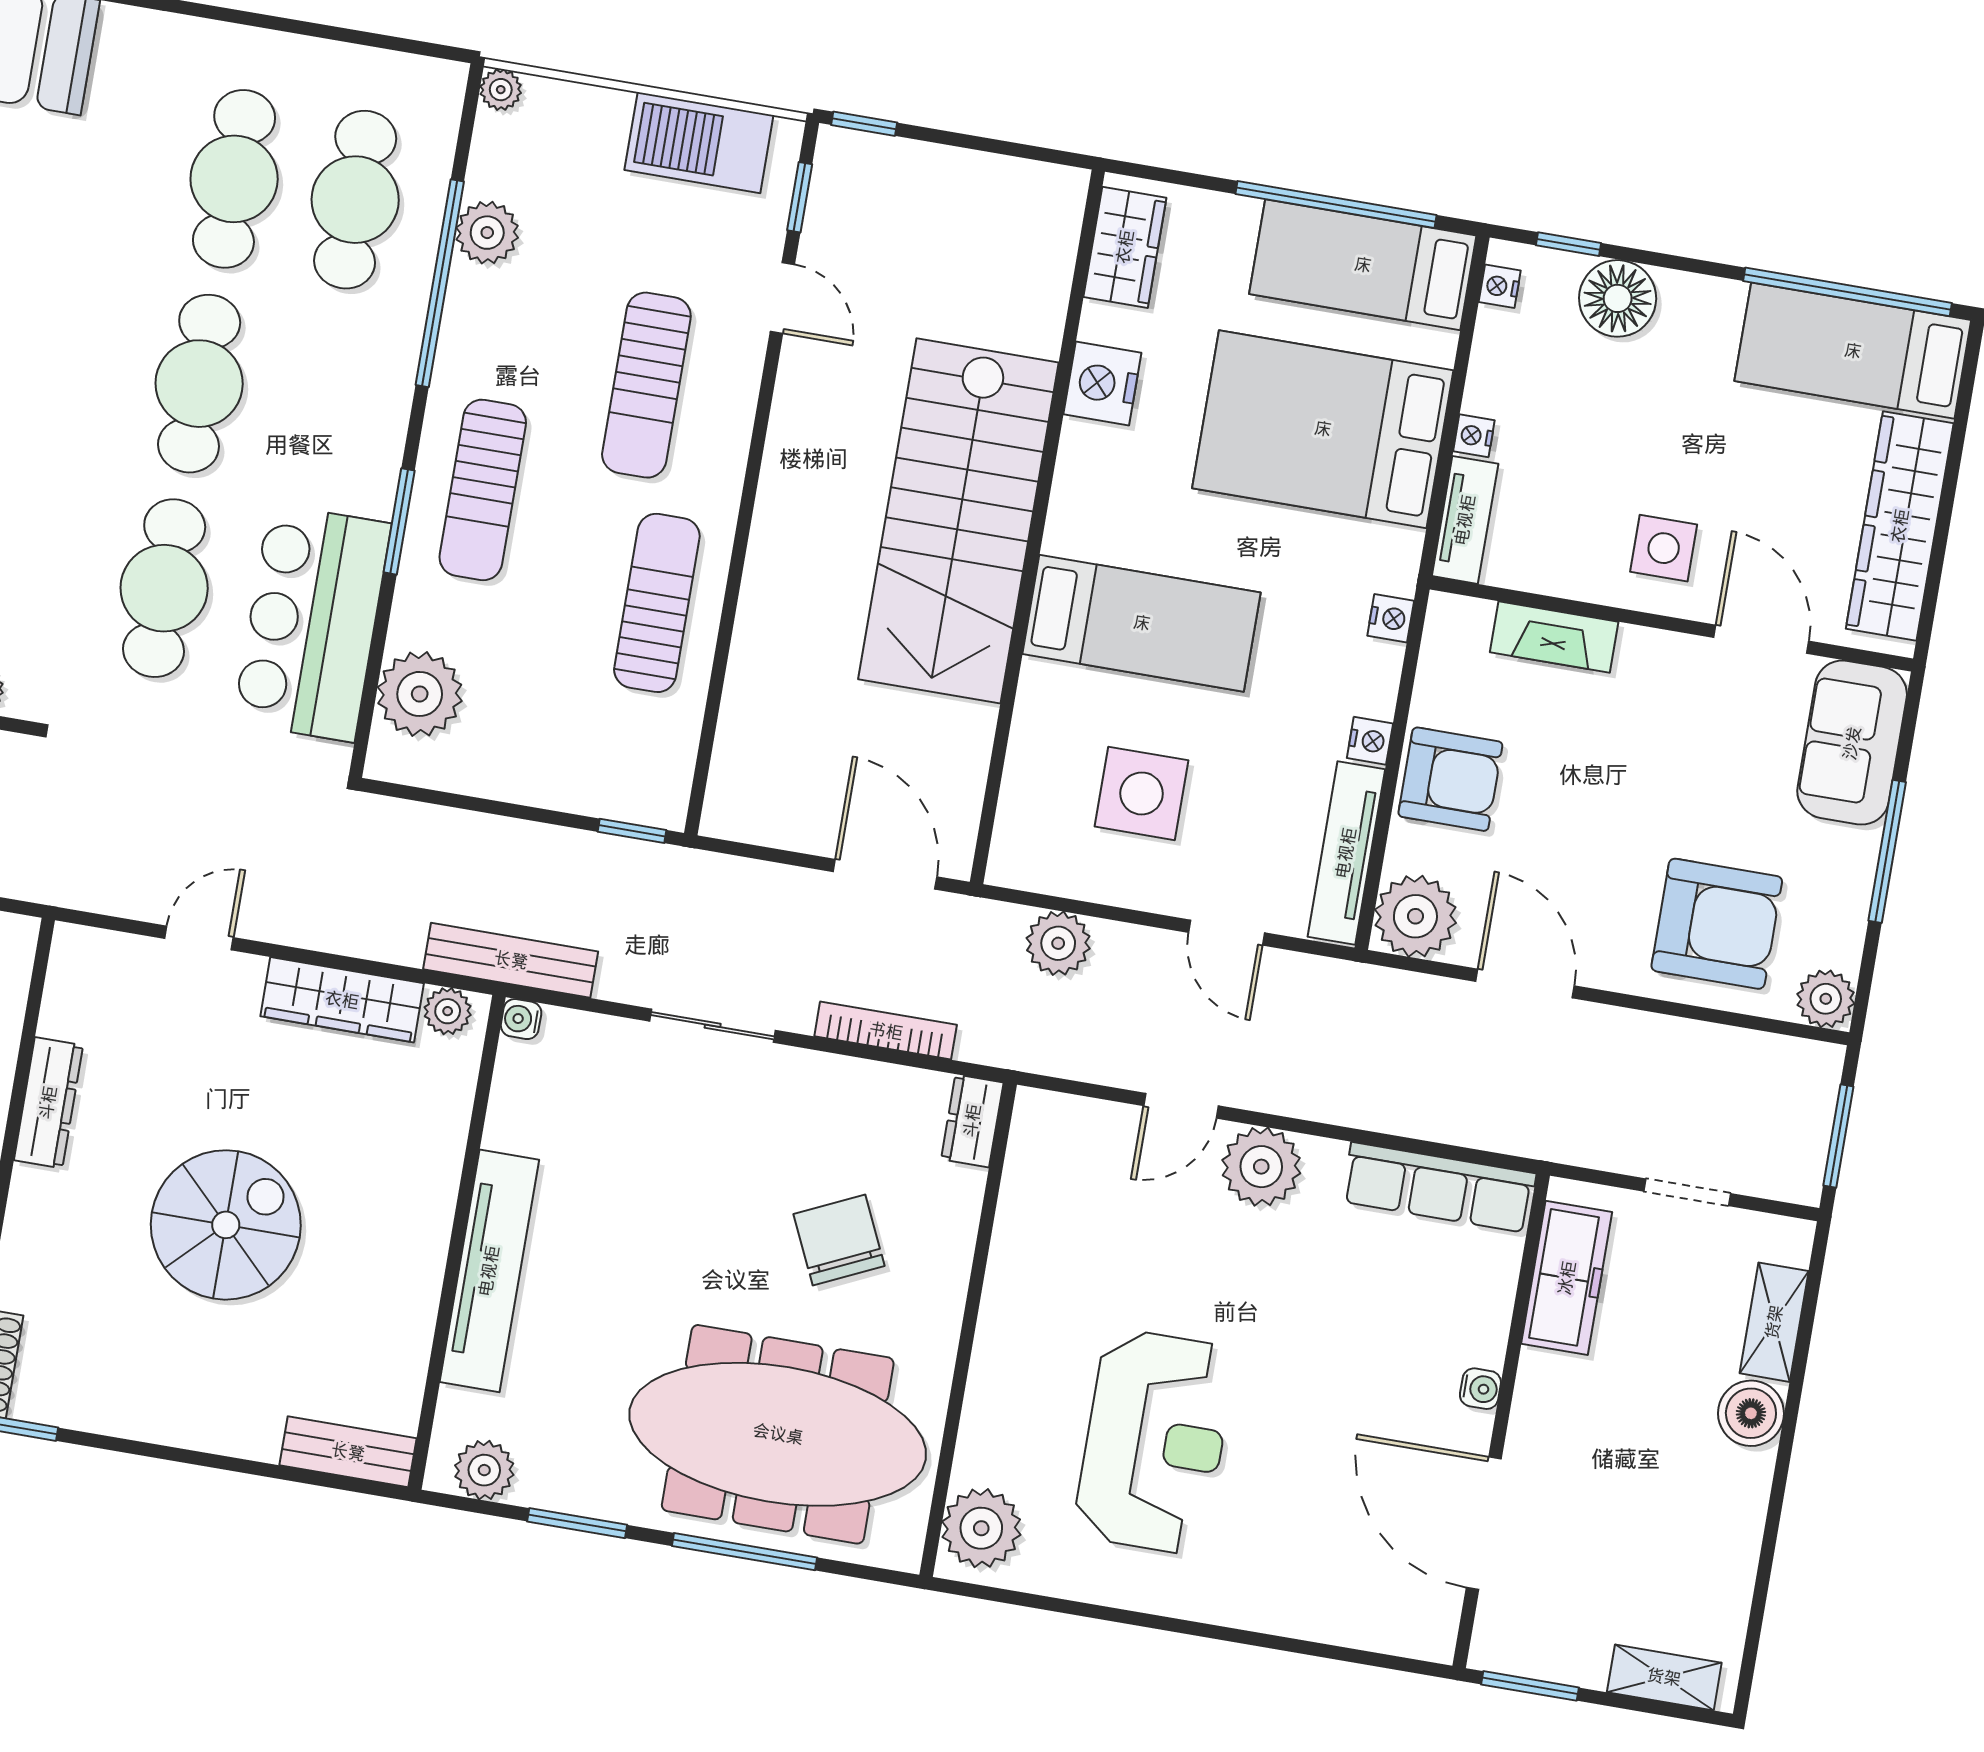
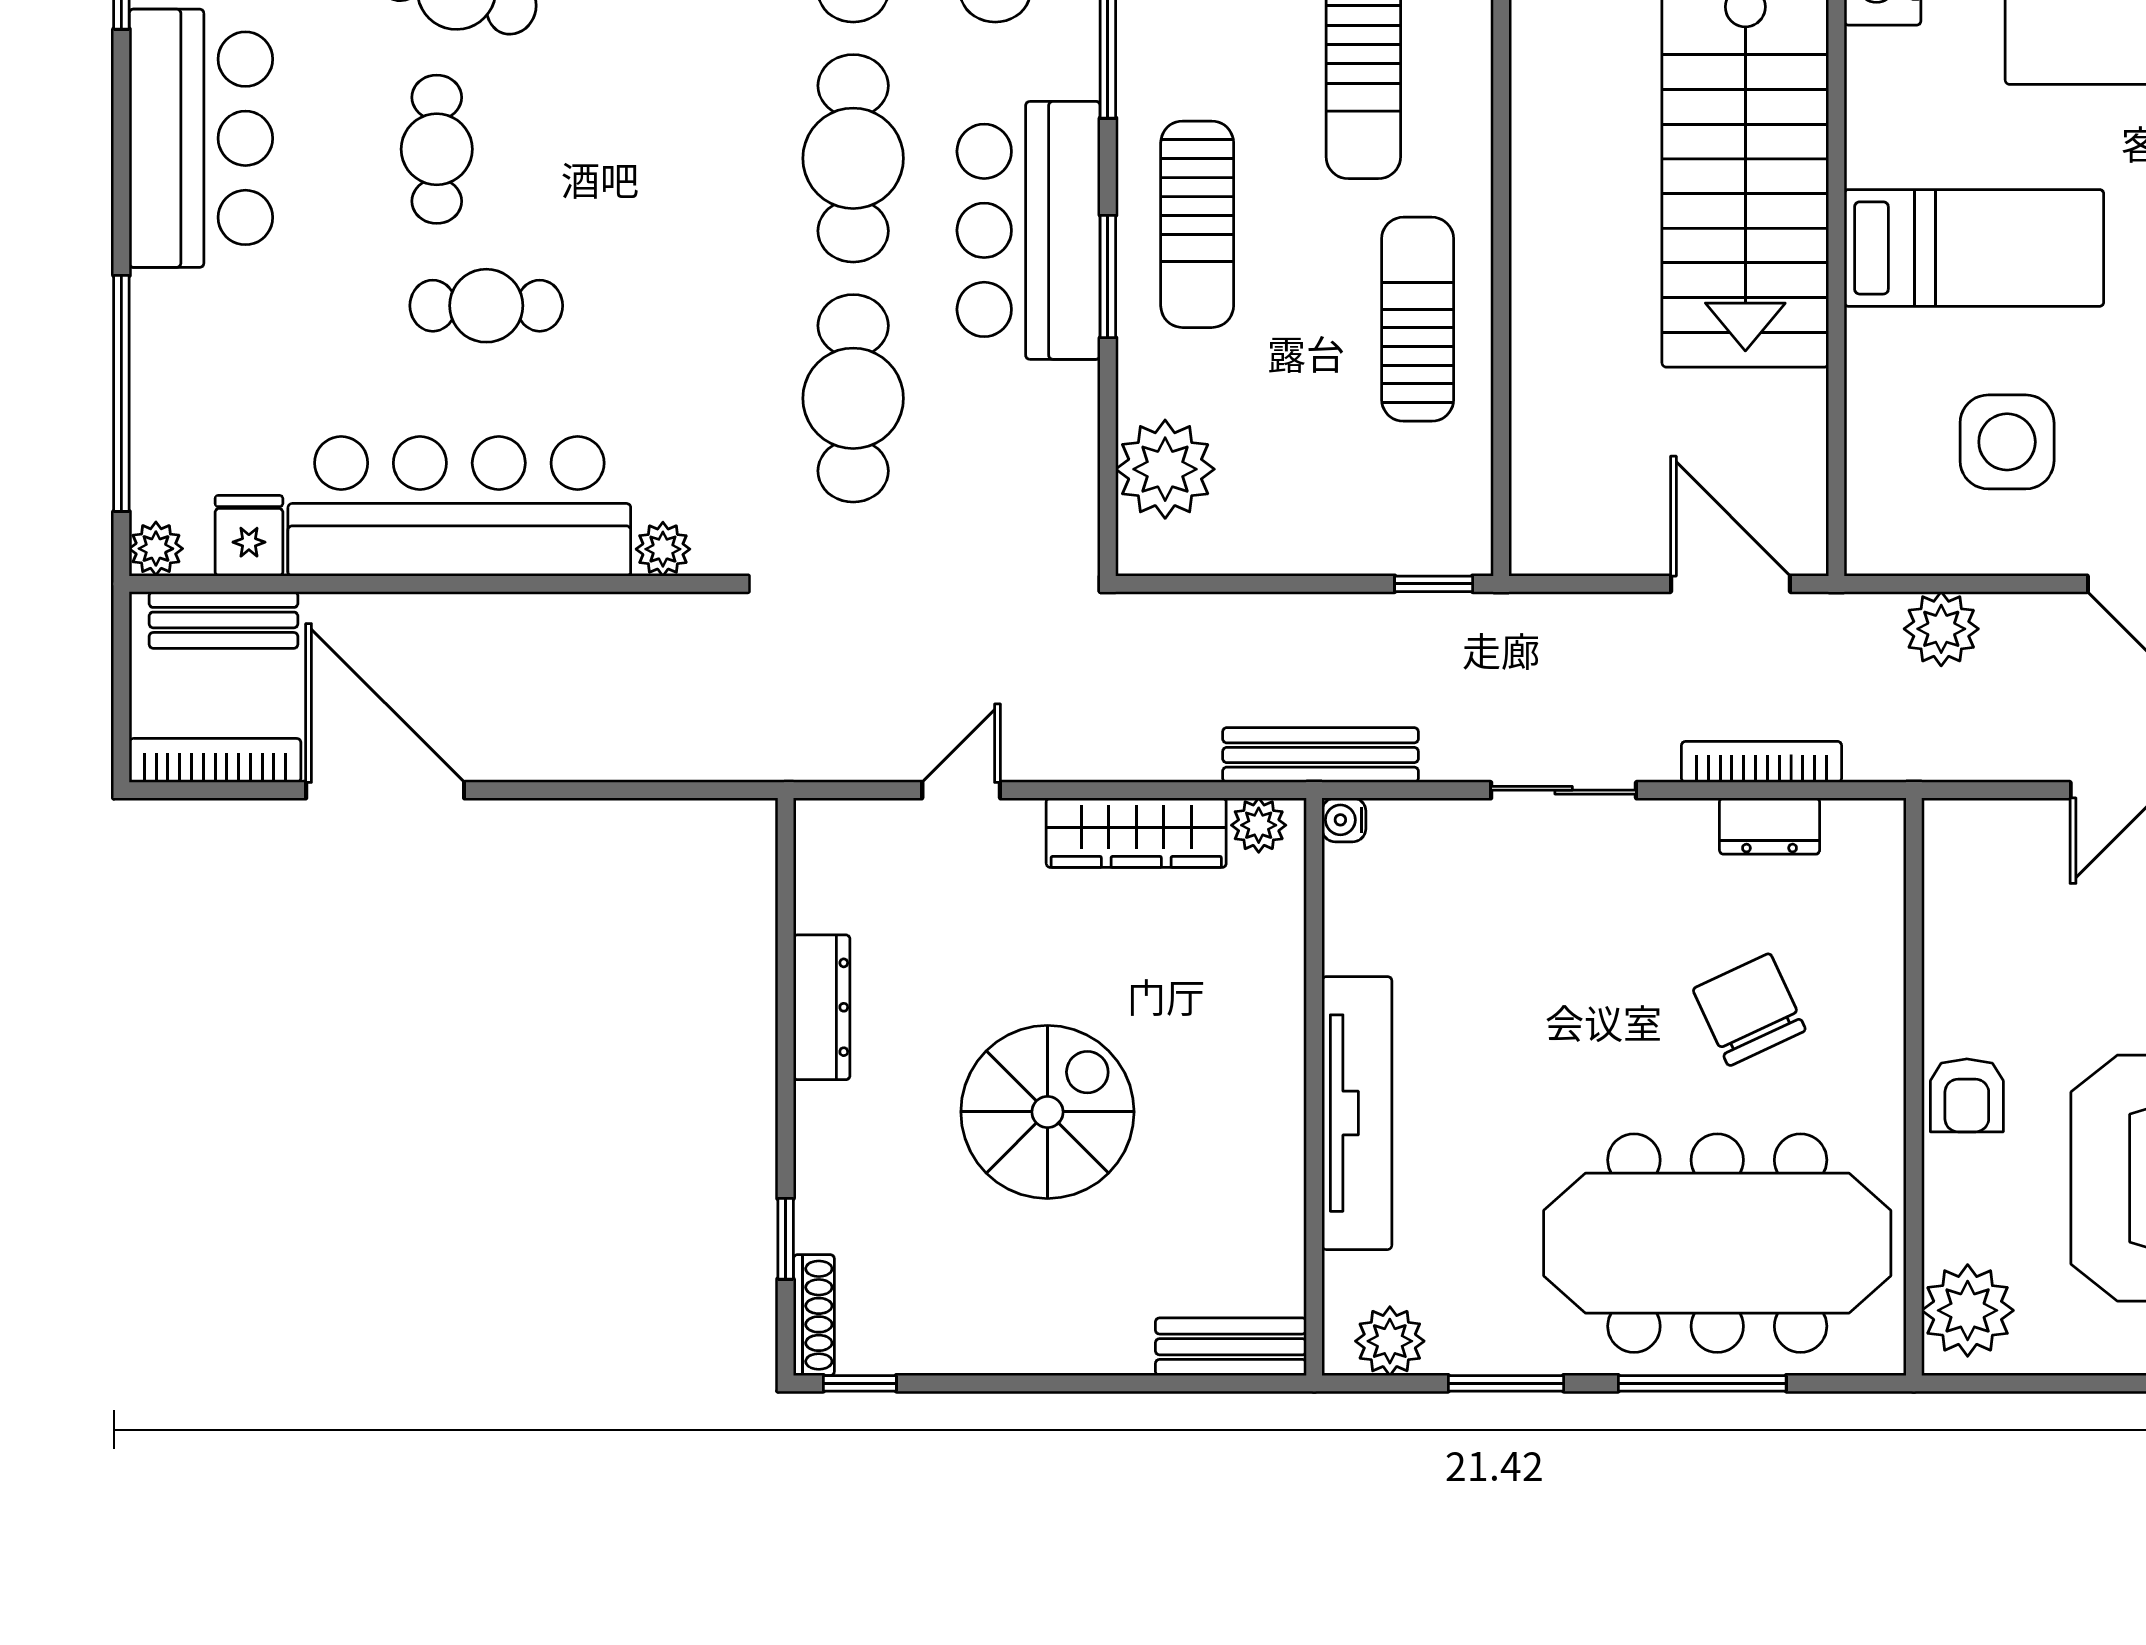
bar counter: (312, 623) -> (1029, 230), moved
dresser: (972, 1121) -> (1770, 826), moved, turned -90
armchair: (1012, 1345) -> (1967, 1095), added

